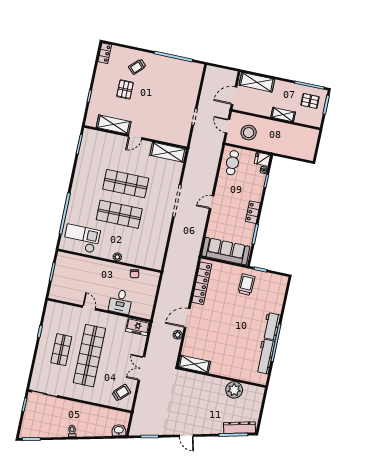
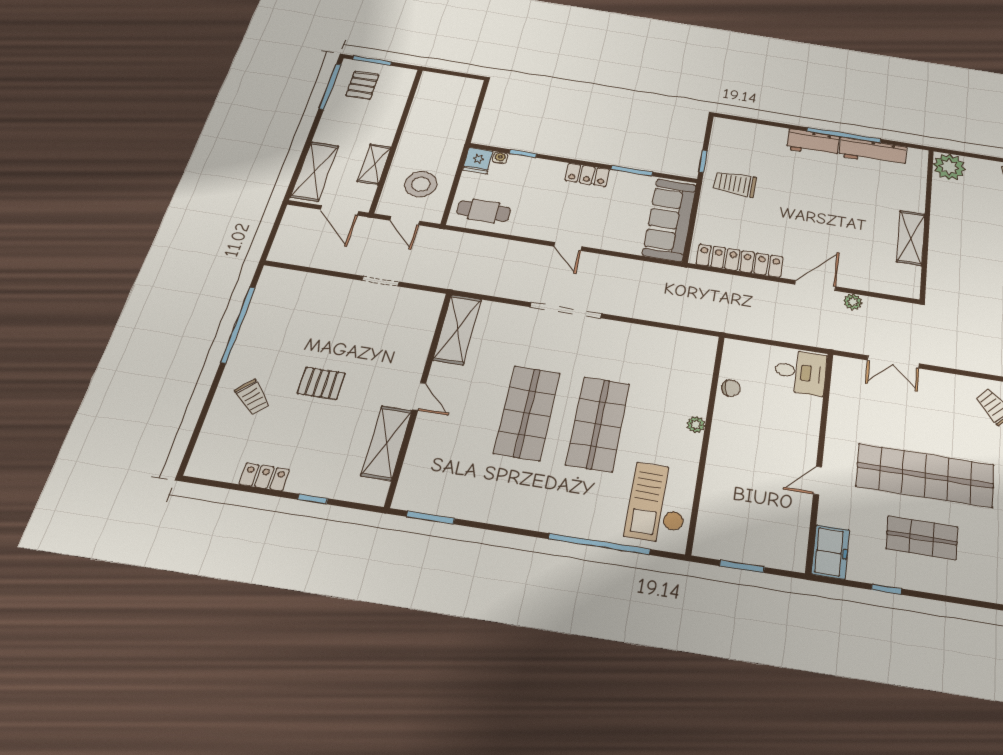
locker: (105, 53) -> (264, 477), moved
pallet: (125, 89) -> (321, 383), moved
shelving: (283, 115) -> (374, 164), moved
door: (228, 126) -> (405, 221), hinge flipped
desk: (121, 302) -> (800, 372), moved
door: (187, 318) -> (815, 285), swing flipped
freezer: (138, 327) -> (830, 552), moved
shelving: (194, 364) -> (911, 238), moved
double door: (141, 369) -> (893, 362), moved
plant: (234, 390) -> (949, 167), moved

